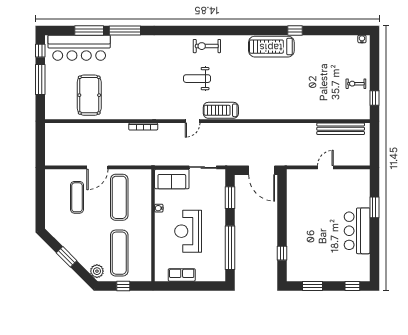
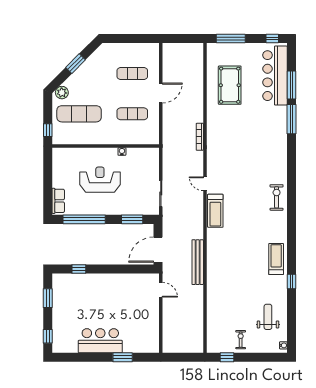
treadmill: (271, 47) -> (276, 259), width x0.73, depth x0.73
window: (40, 79) -> (231, 38), moved
weight bench: (197, 79) -> (268, 317), moved
pool table: (89, 95) -> (230, 85), turned 90
treadmill: (221, 110) -> (215, 211), turned 180
bench: (341, 129) -> (198, 262), moved
door: (97, 167) -> (161, 93), swing flipped
door: (325, 167) -> (161, 290), moved
sofa: (172, 179) -> (150, 164), removed
exercise mat: (119, 197) -> (132, 114), width x0.73, depth x0.69
row of seats: (182, 275) -> (58, 201), moved
window: (123, 286) -> (48, 130), moved

